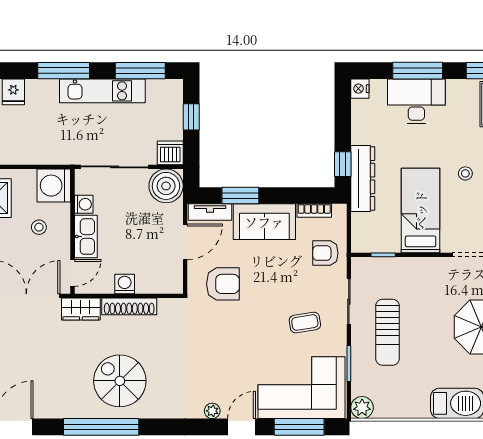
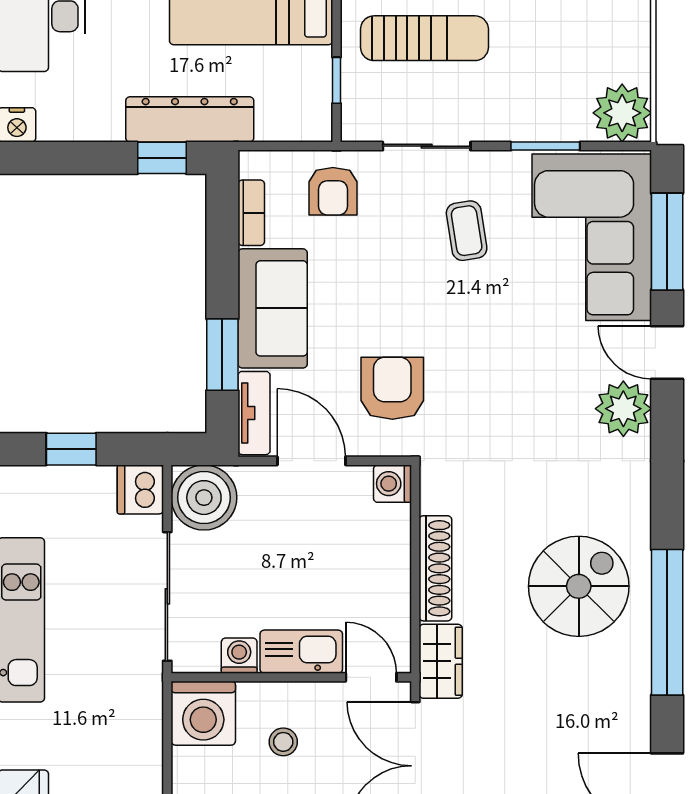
washing machine: (125, 284) -> (392, 484), moved
sun lounger: (387, 332) -> (424, 38), moved
spiral stairs: (120, 381) -> (579, 586), turned 180
plant: (362, 408) -> (622, 113), width x1.36, depth x1.36
plant: (212, 411) -> (623, 409), width x1.88, depth x1.88

